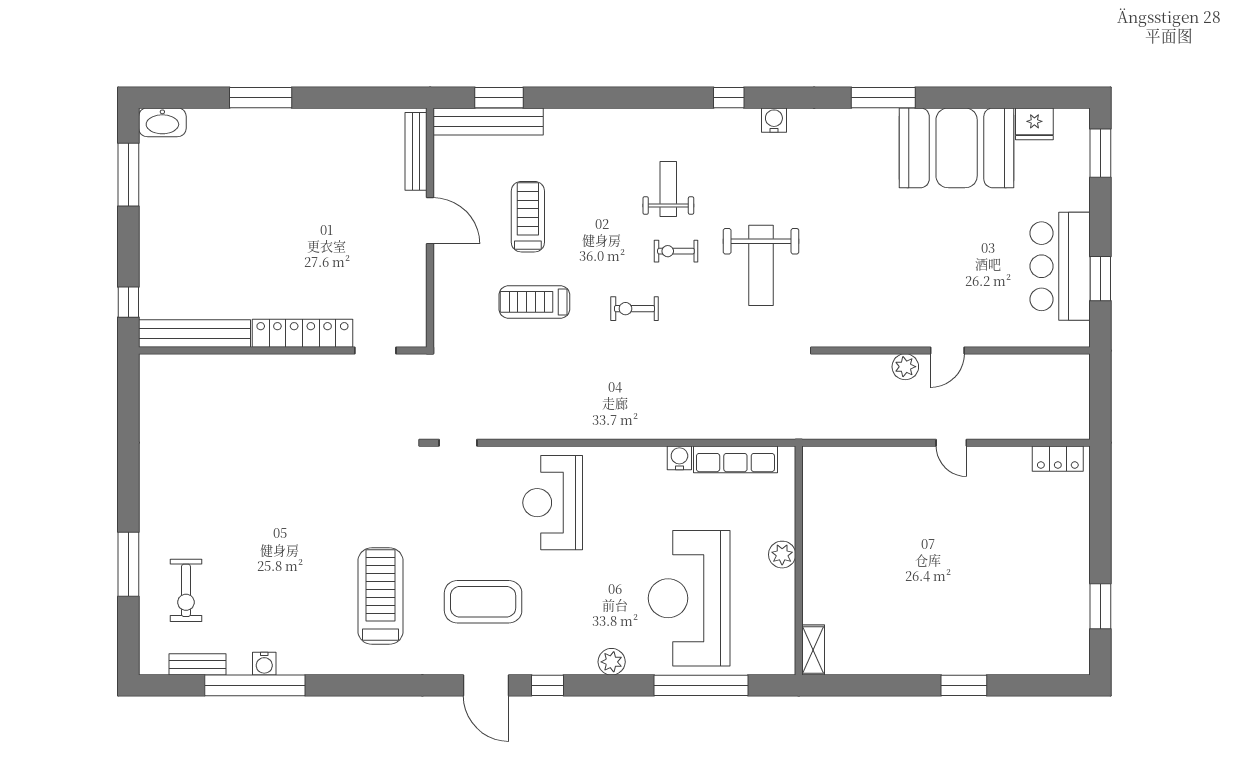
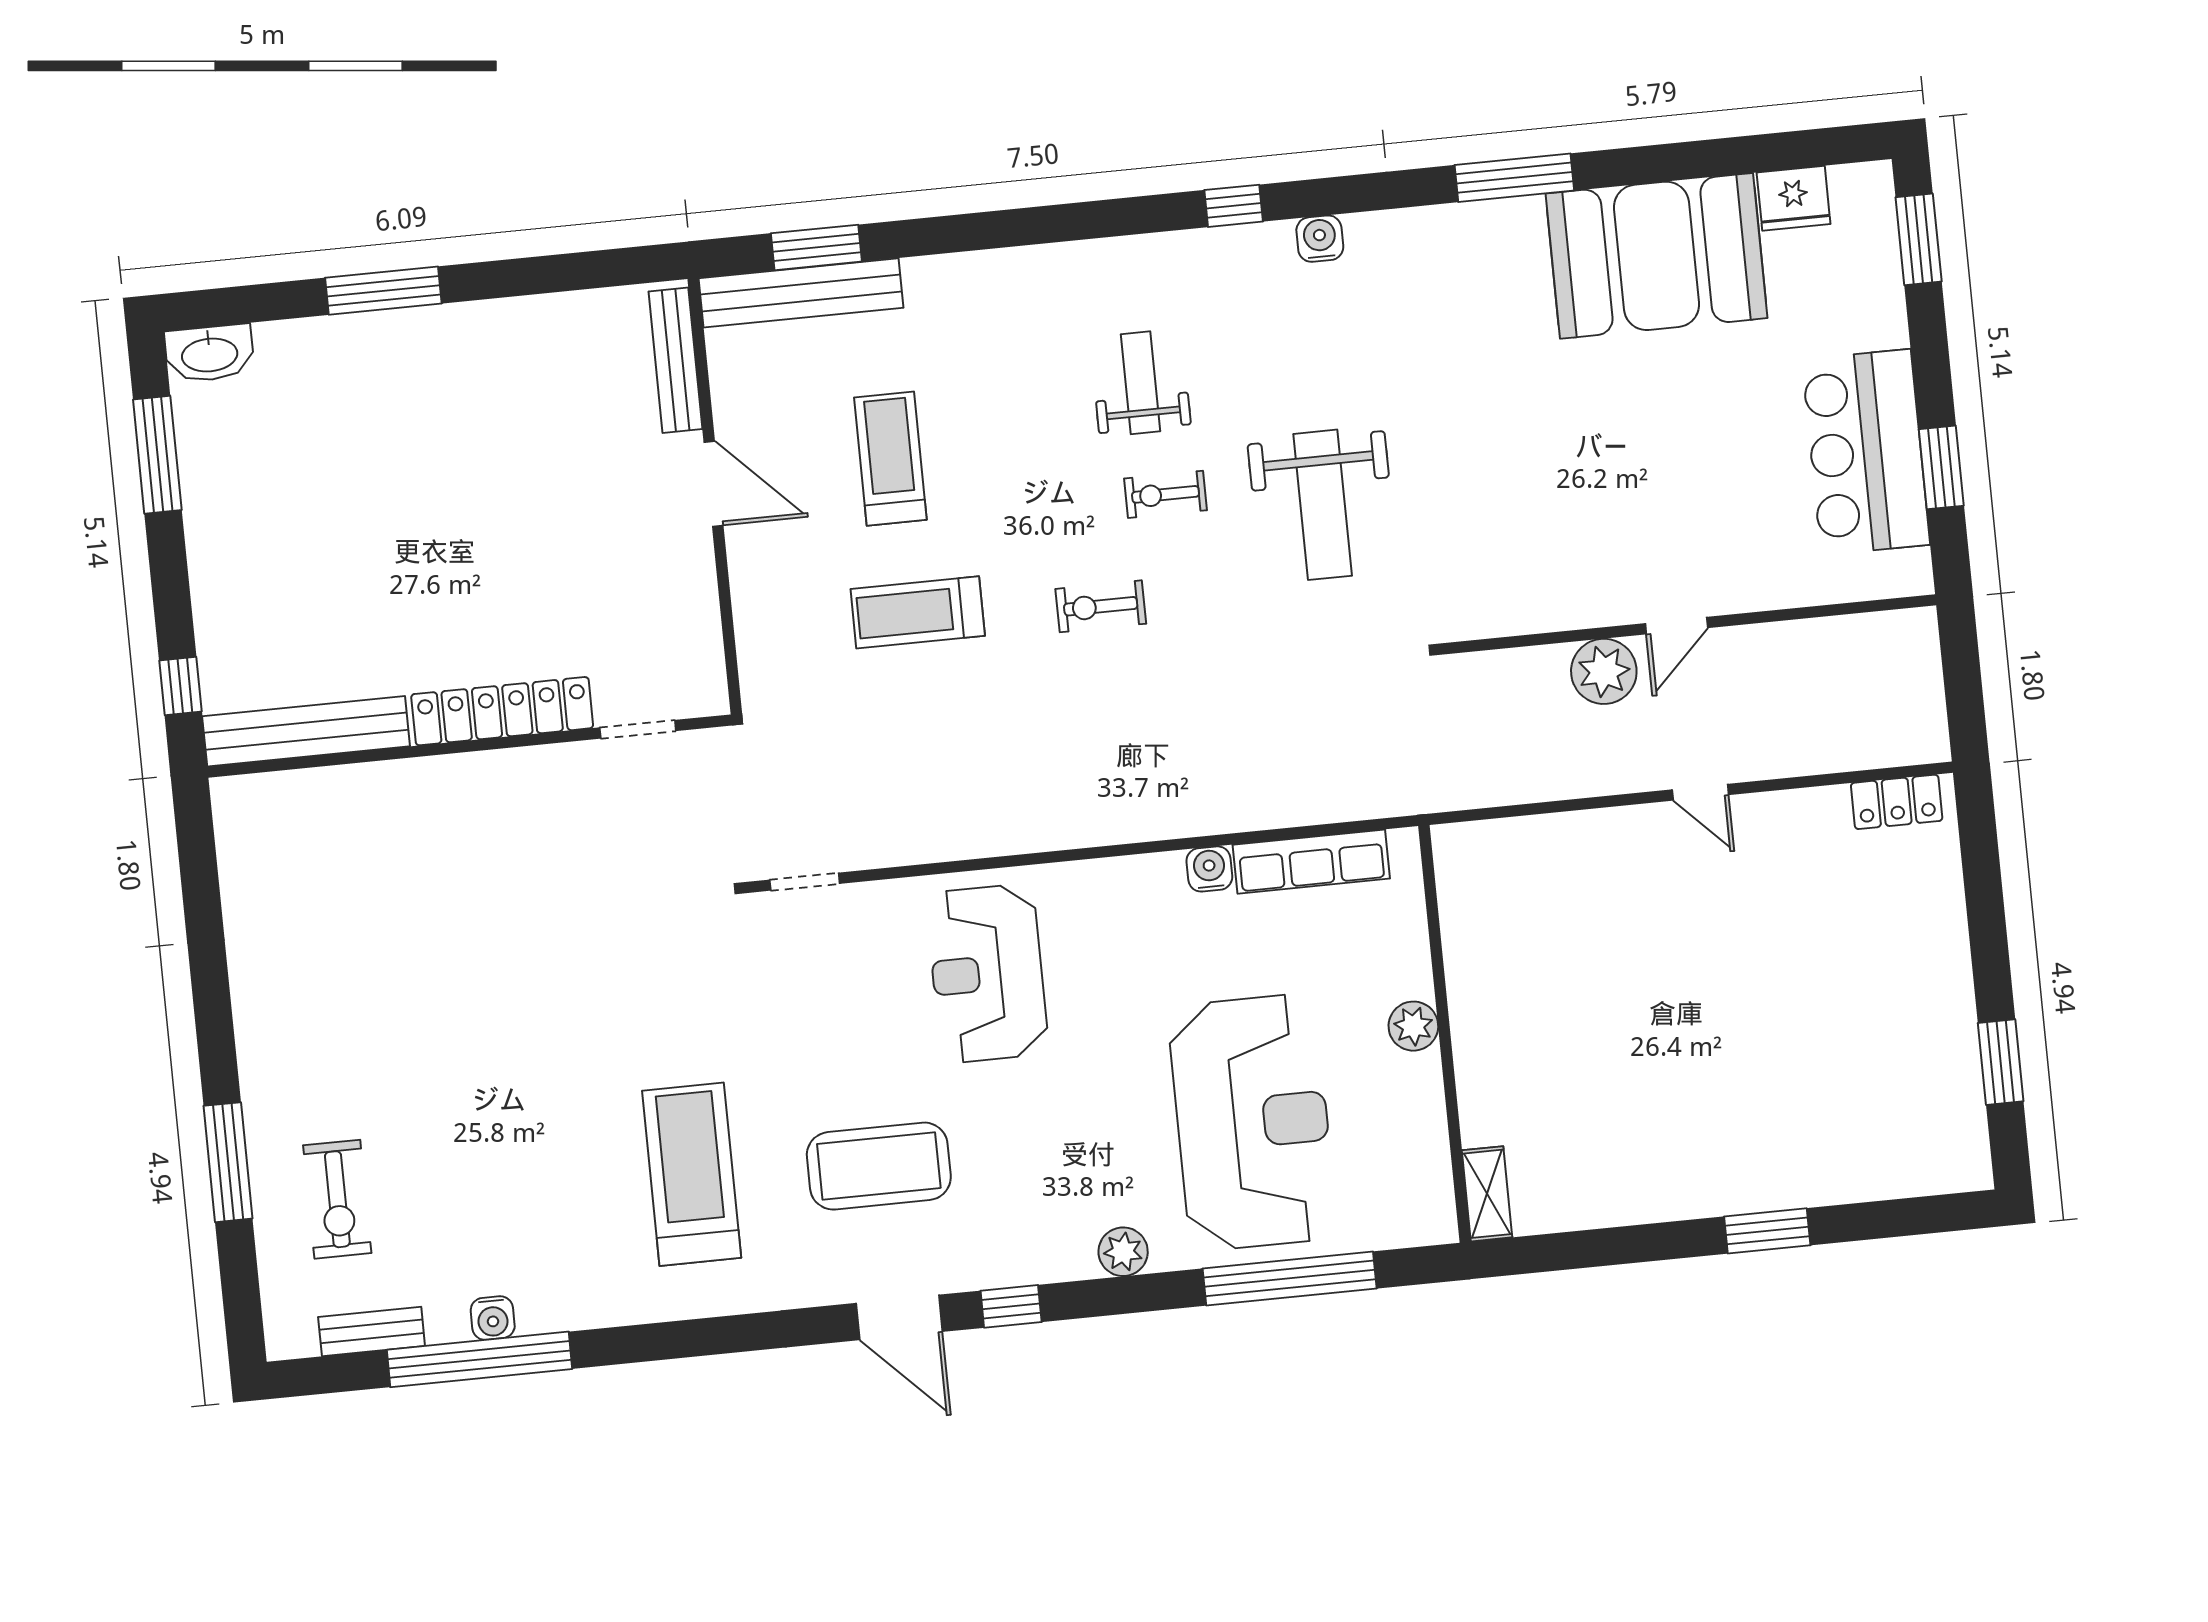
plant: (905, 367) -> (1604, 671), width x1.36, depth x1.36
reception desk: (689, 598) -> (1253, 1122), turned 180

